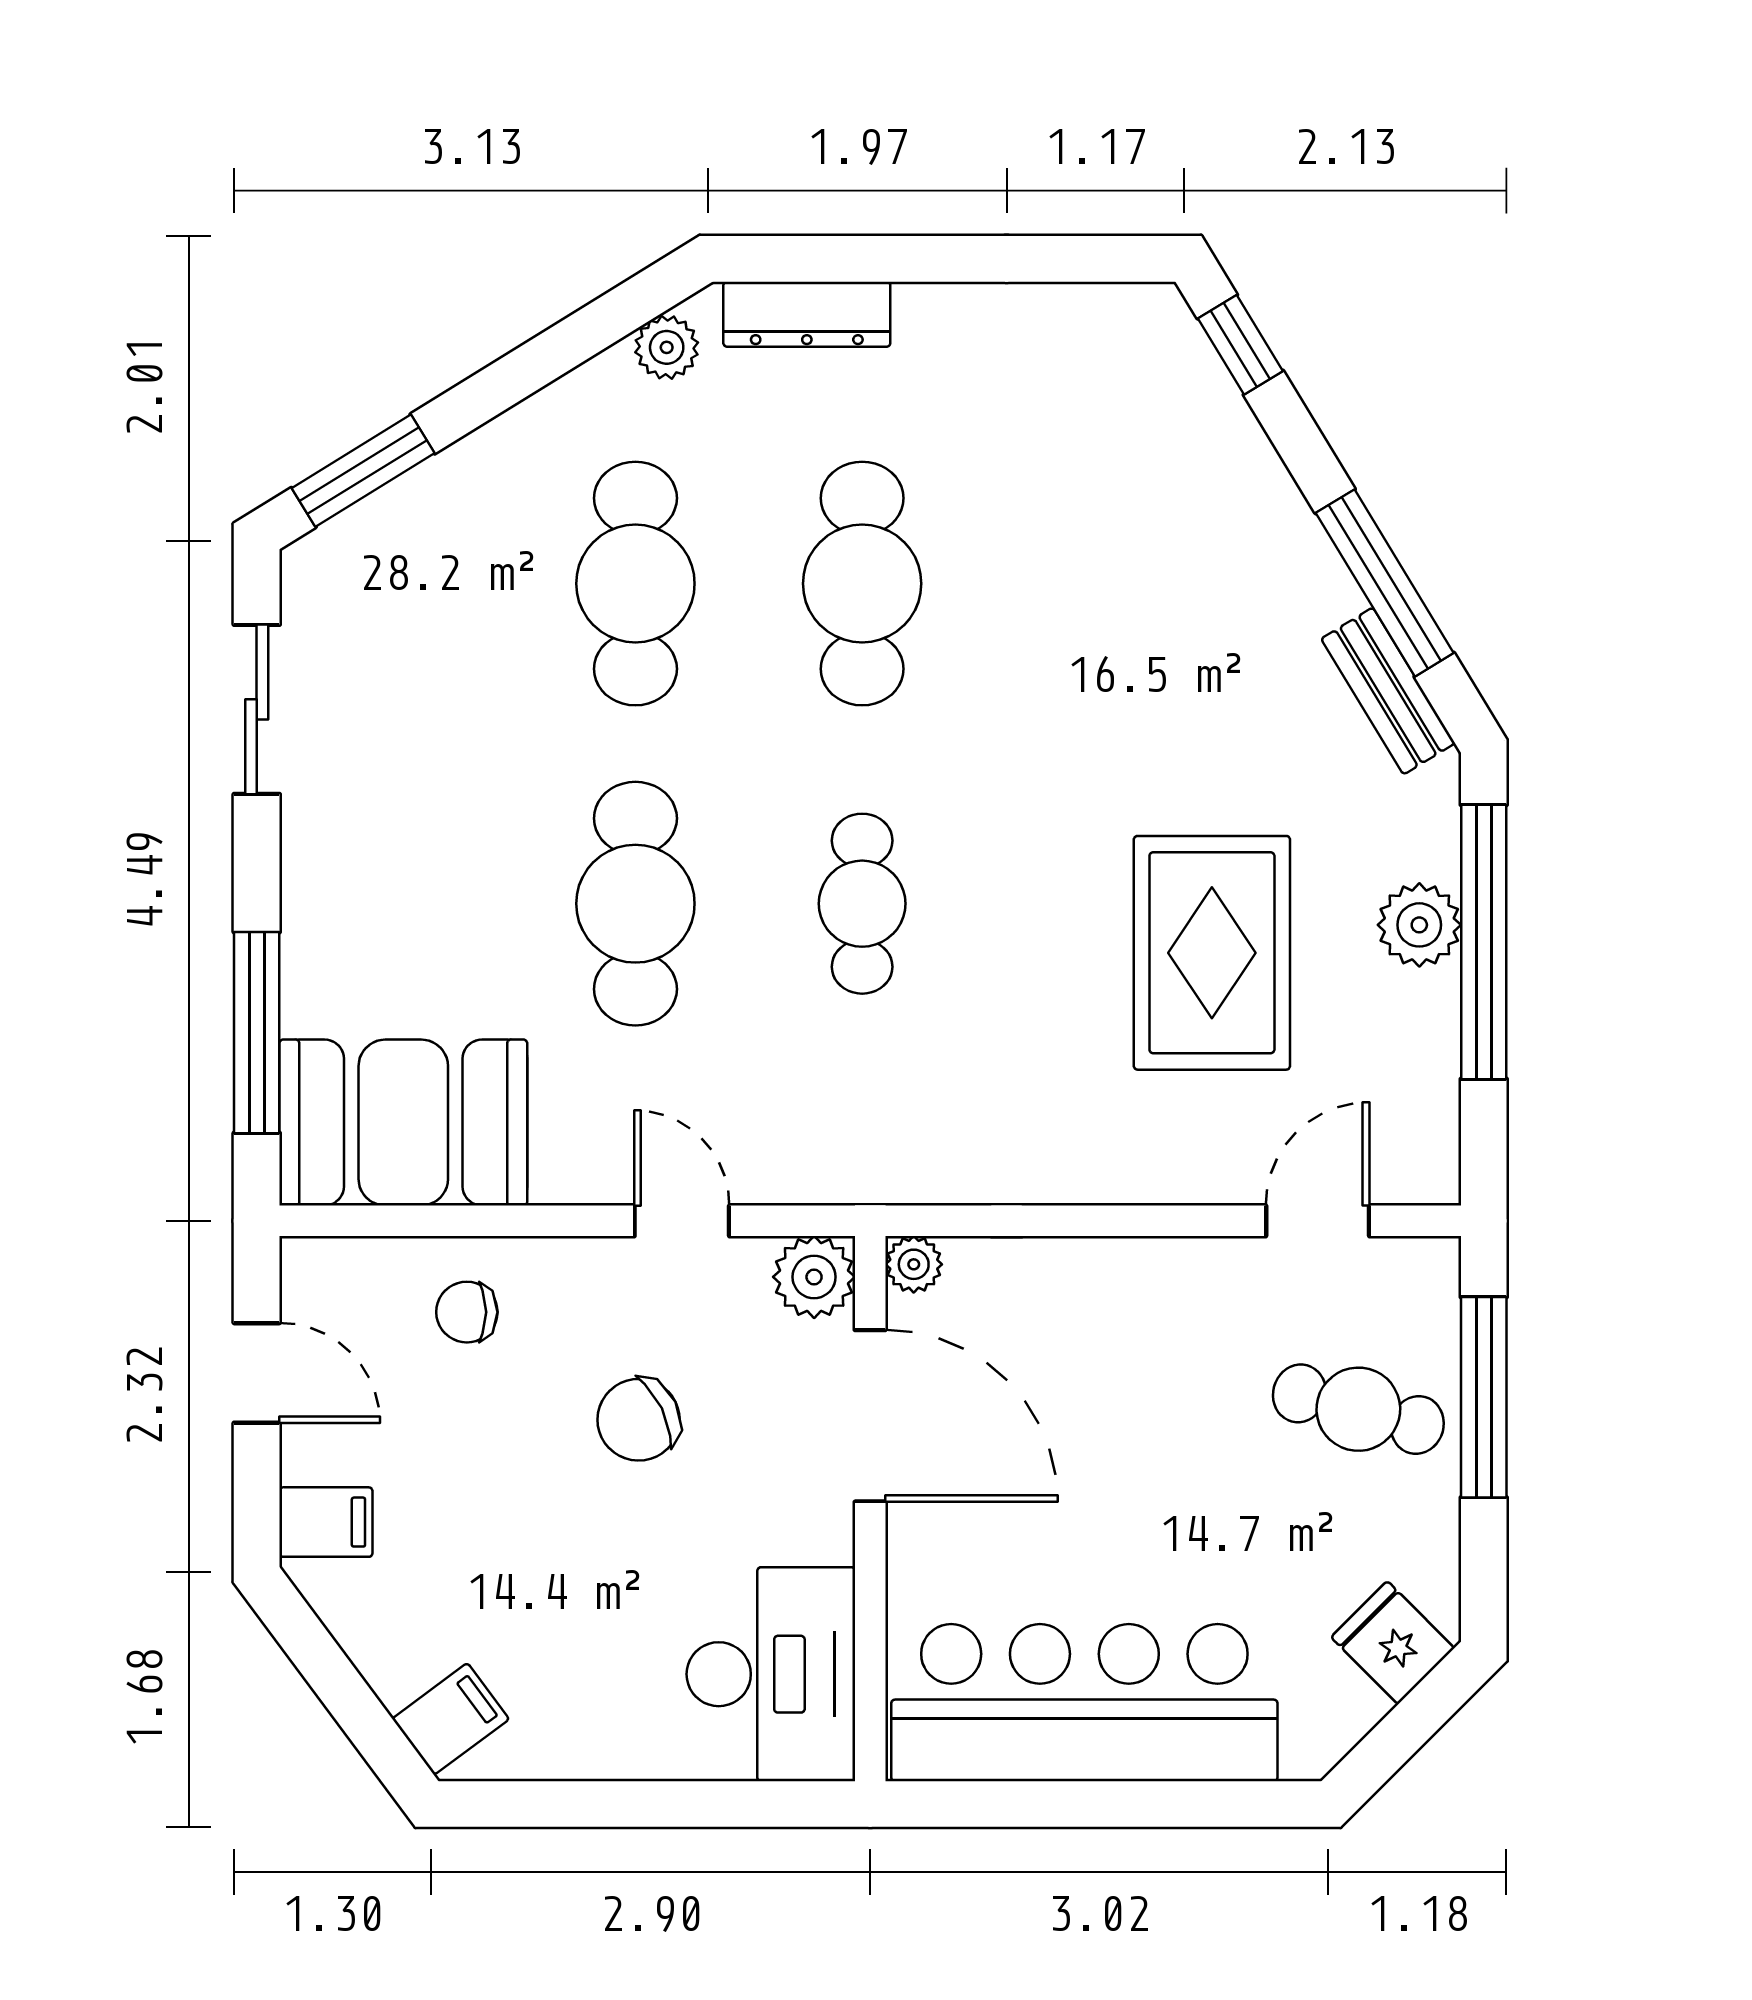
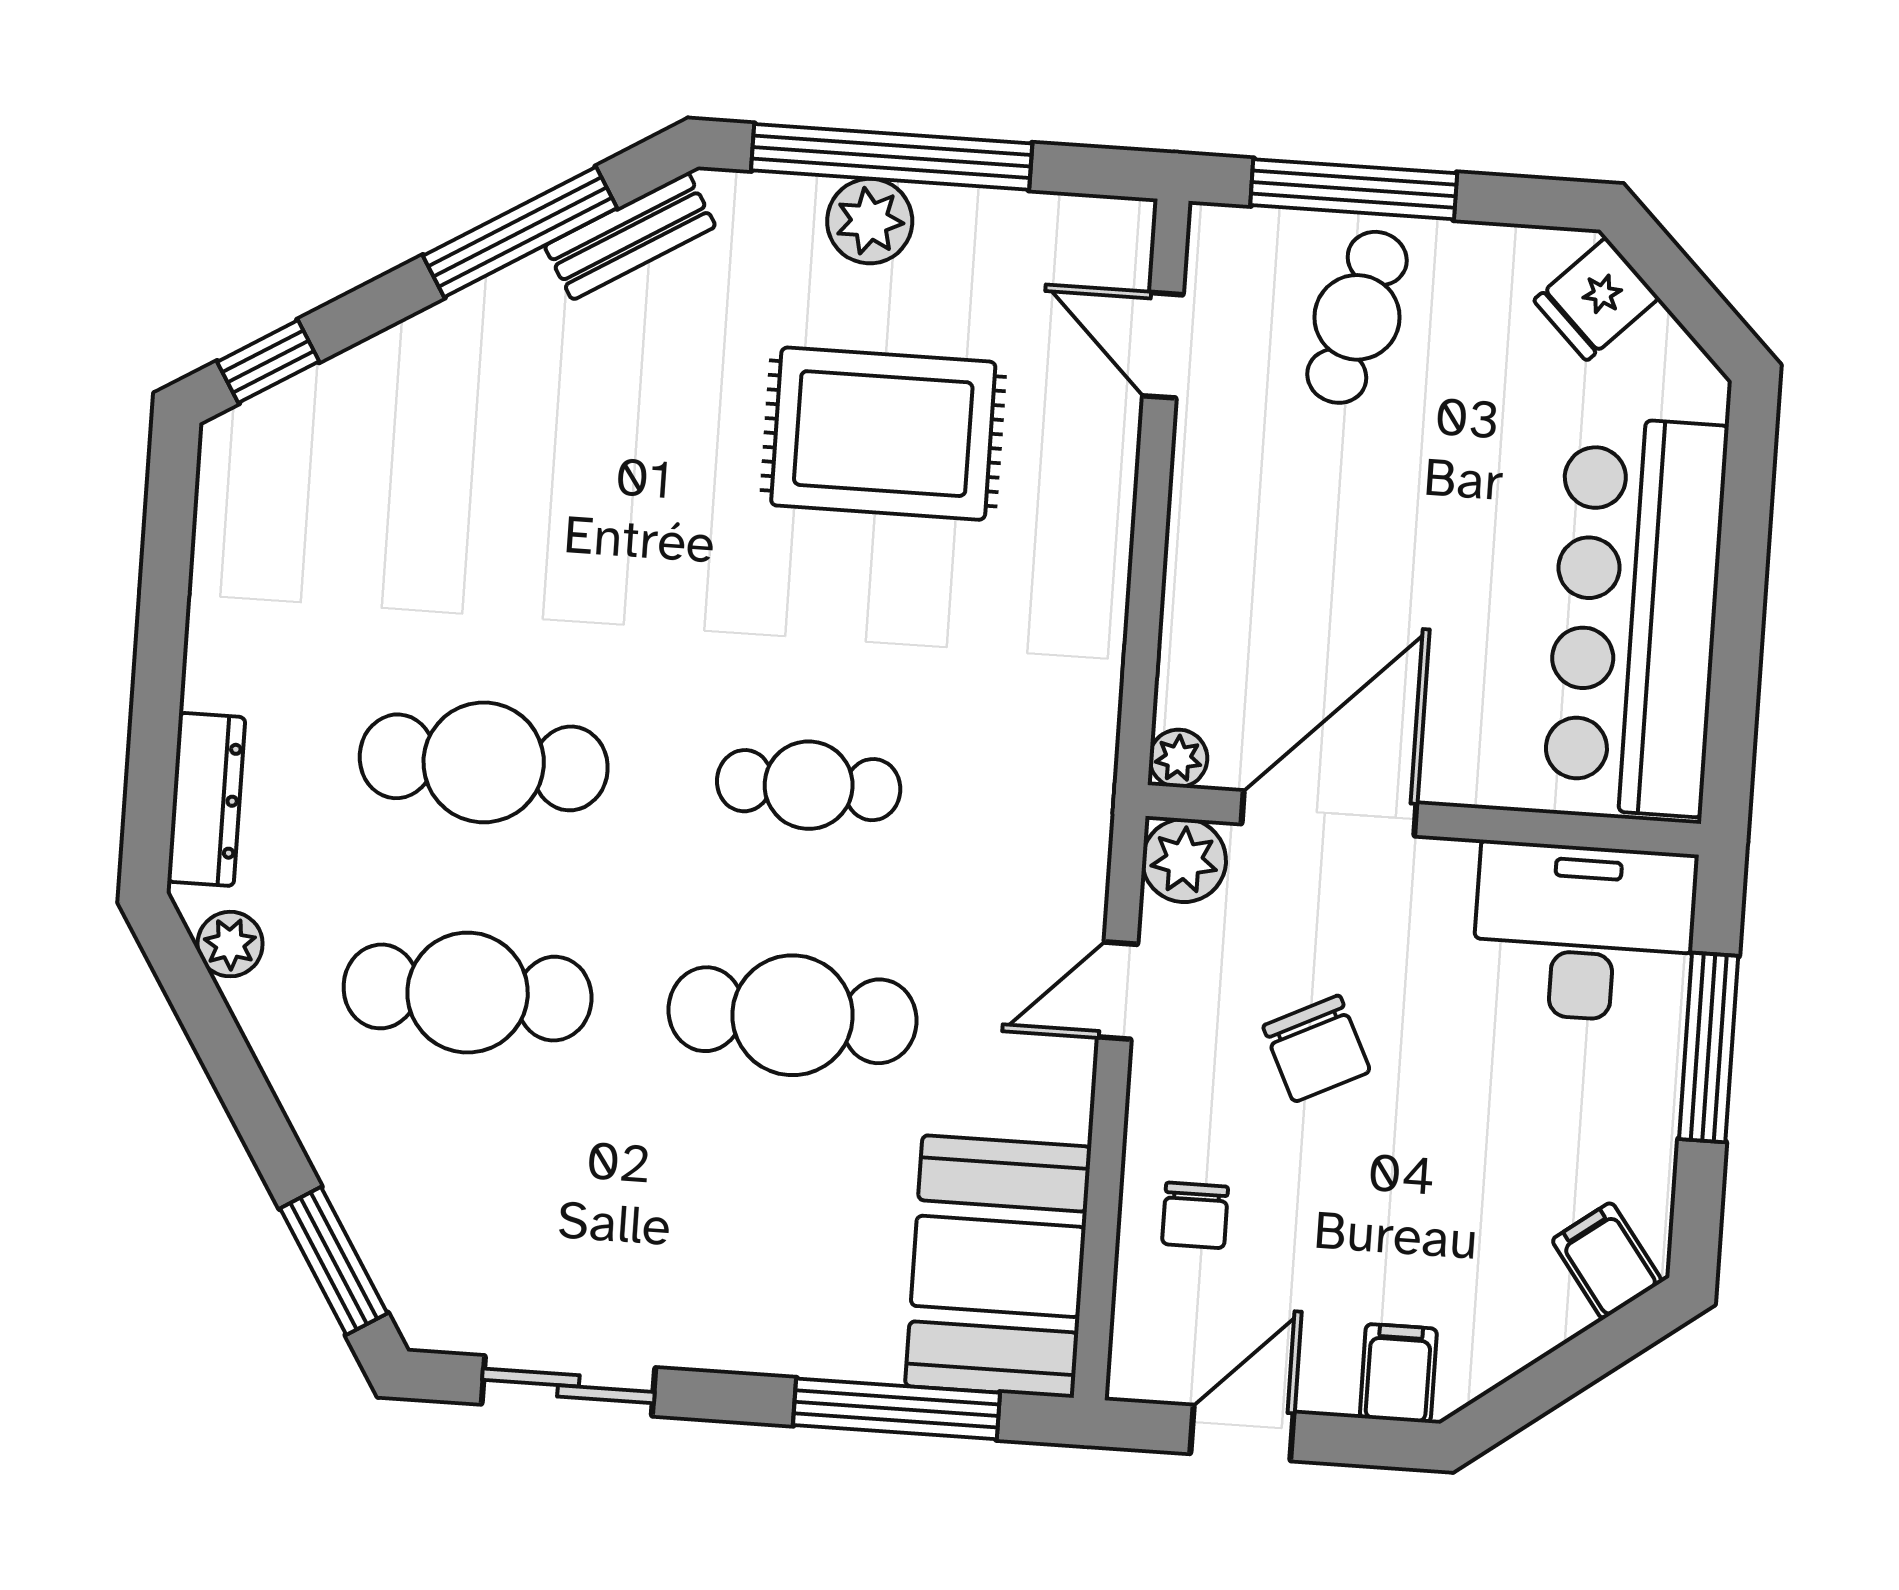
window: (667, 1804) -> (1709, 1047), added

